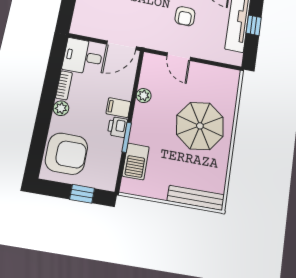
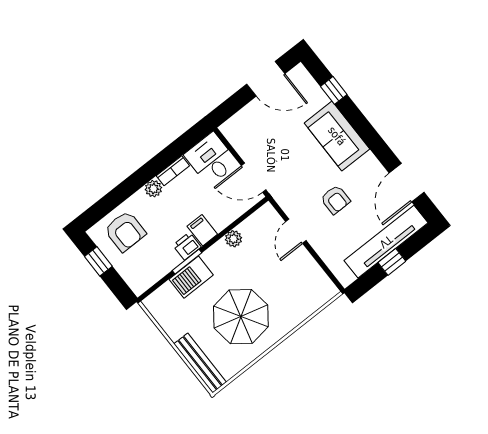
armchair: (185, 16) -> (335, 200), turned -90
parasol: (200, 126) -> (241, 317), moved
armchair: (66, 154) -> (125, 231), width x0.73, depth x0.73
barbecue: (136, 161) -> (191, 277), moved
window: (82, 194) -> (98, 261), moved

